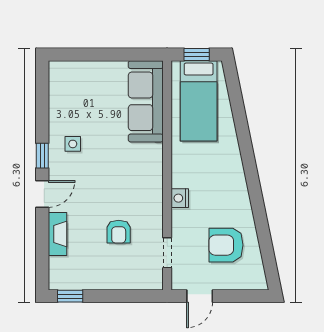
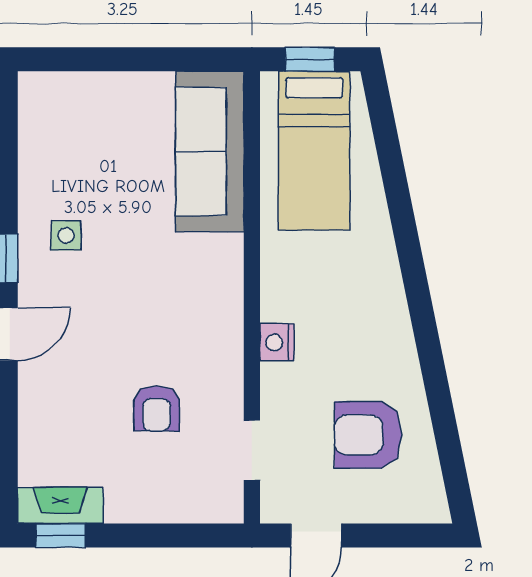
fireplace: (57, 234) -> (60, 505), moved, turned -90

